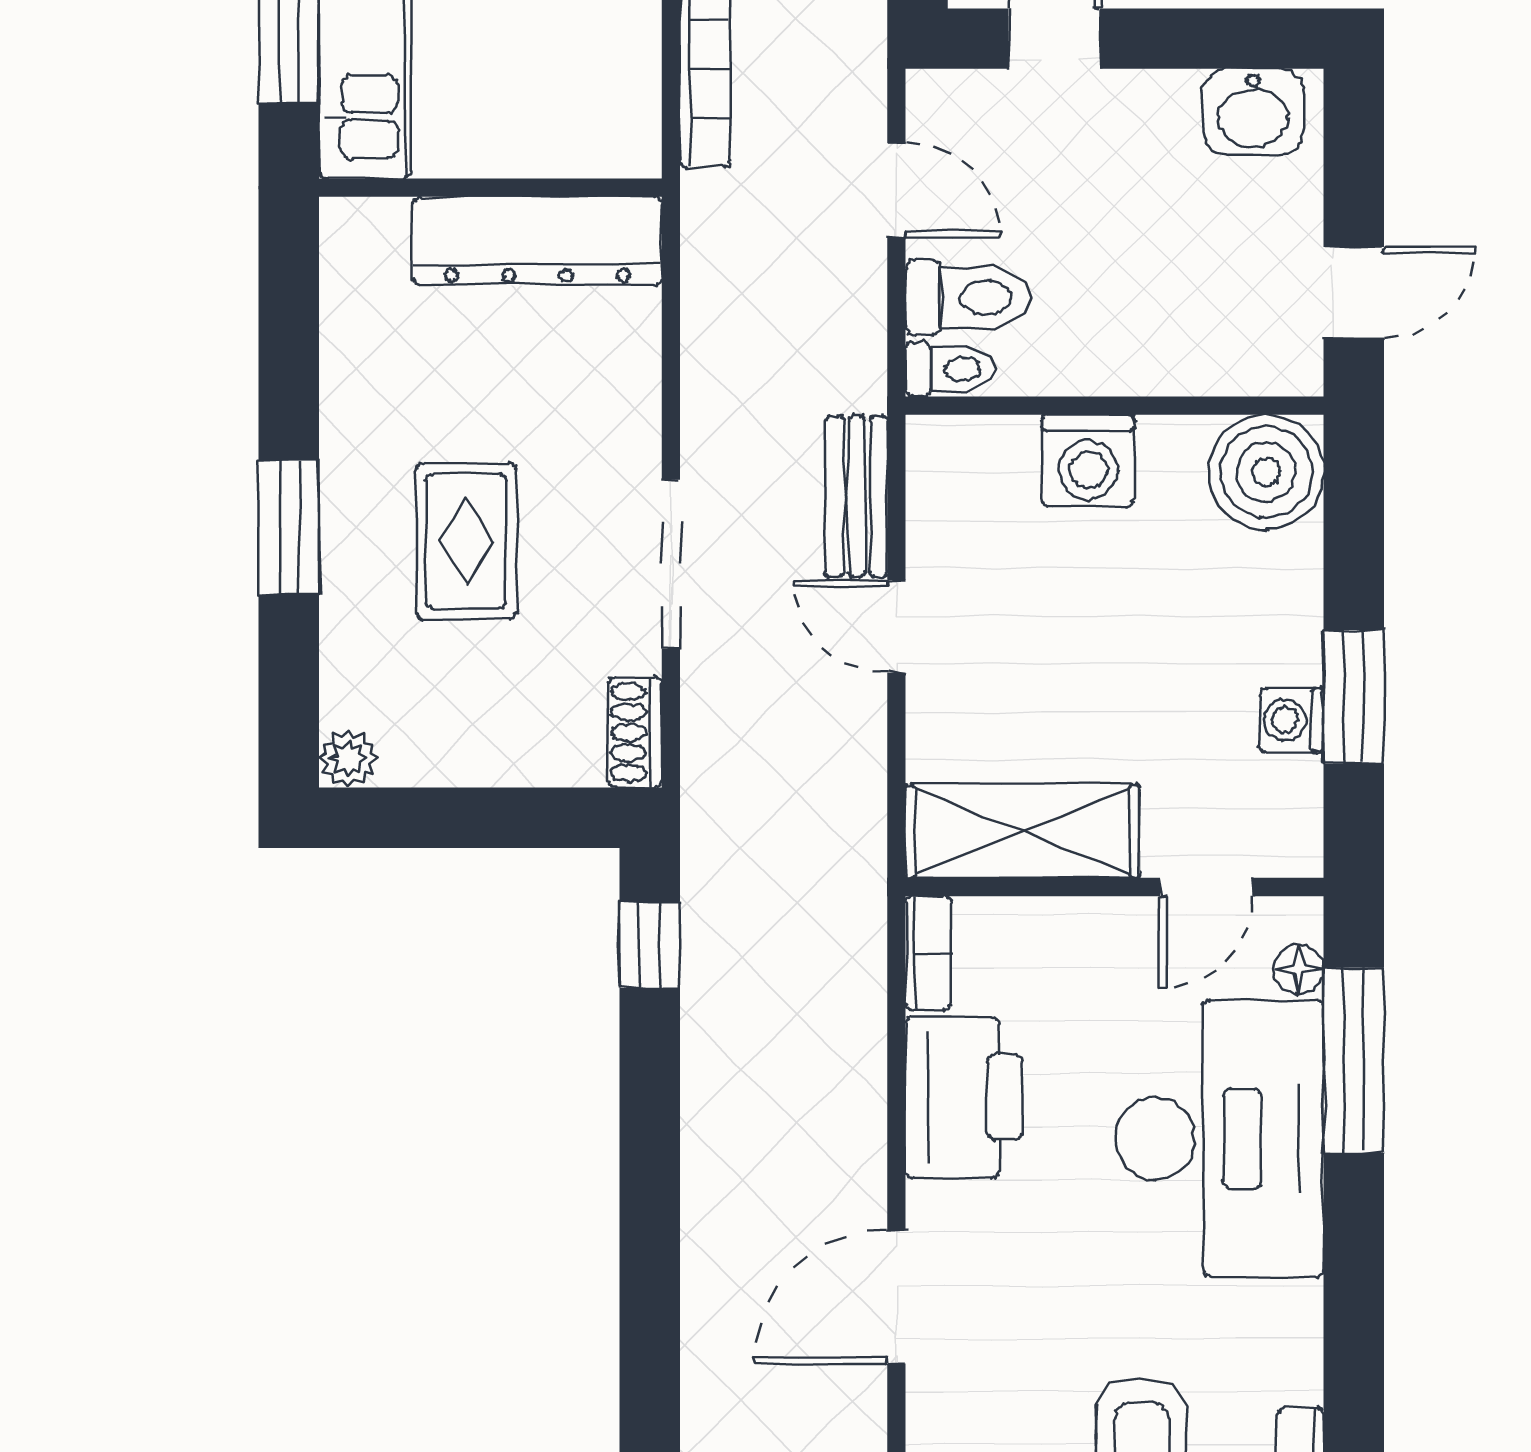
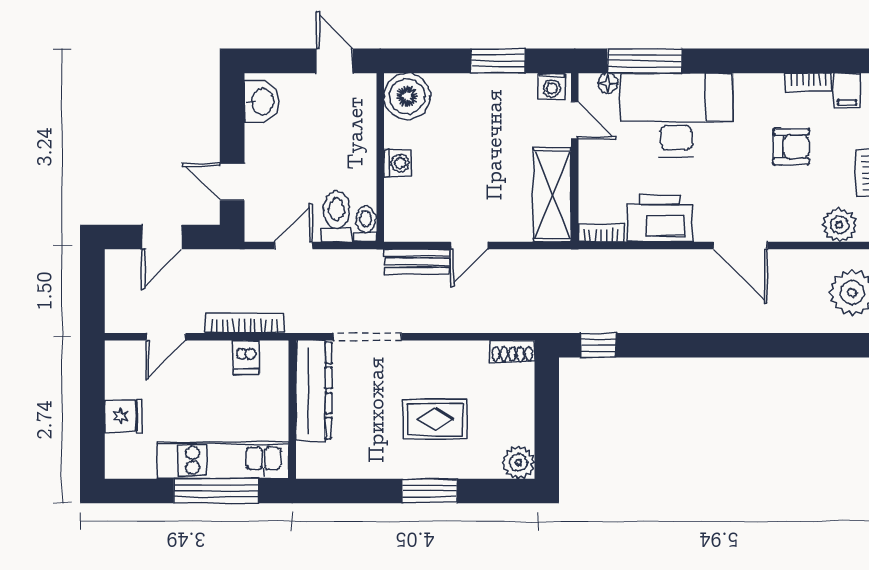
dishwasher: (620, 73) -> (246, 357), added
washing machine: (1088, 461) -> (397, 163), width x0.73, depth x0.73
doorway: (671, 564) -> (367, 337), moved
washing machine: (1291, 720) -> (552, 86), moved
plant: (348, 758) -> (518, 463), width x1.38, depth x1.38

